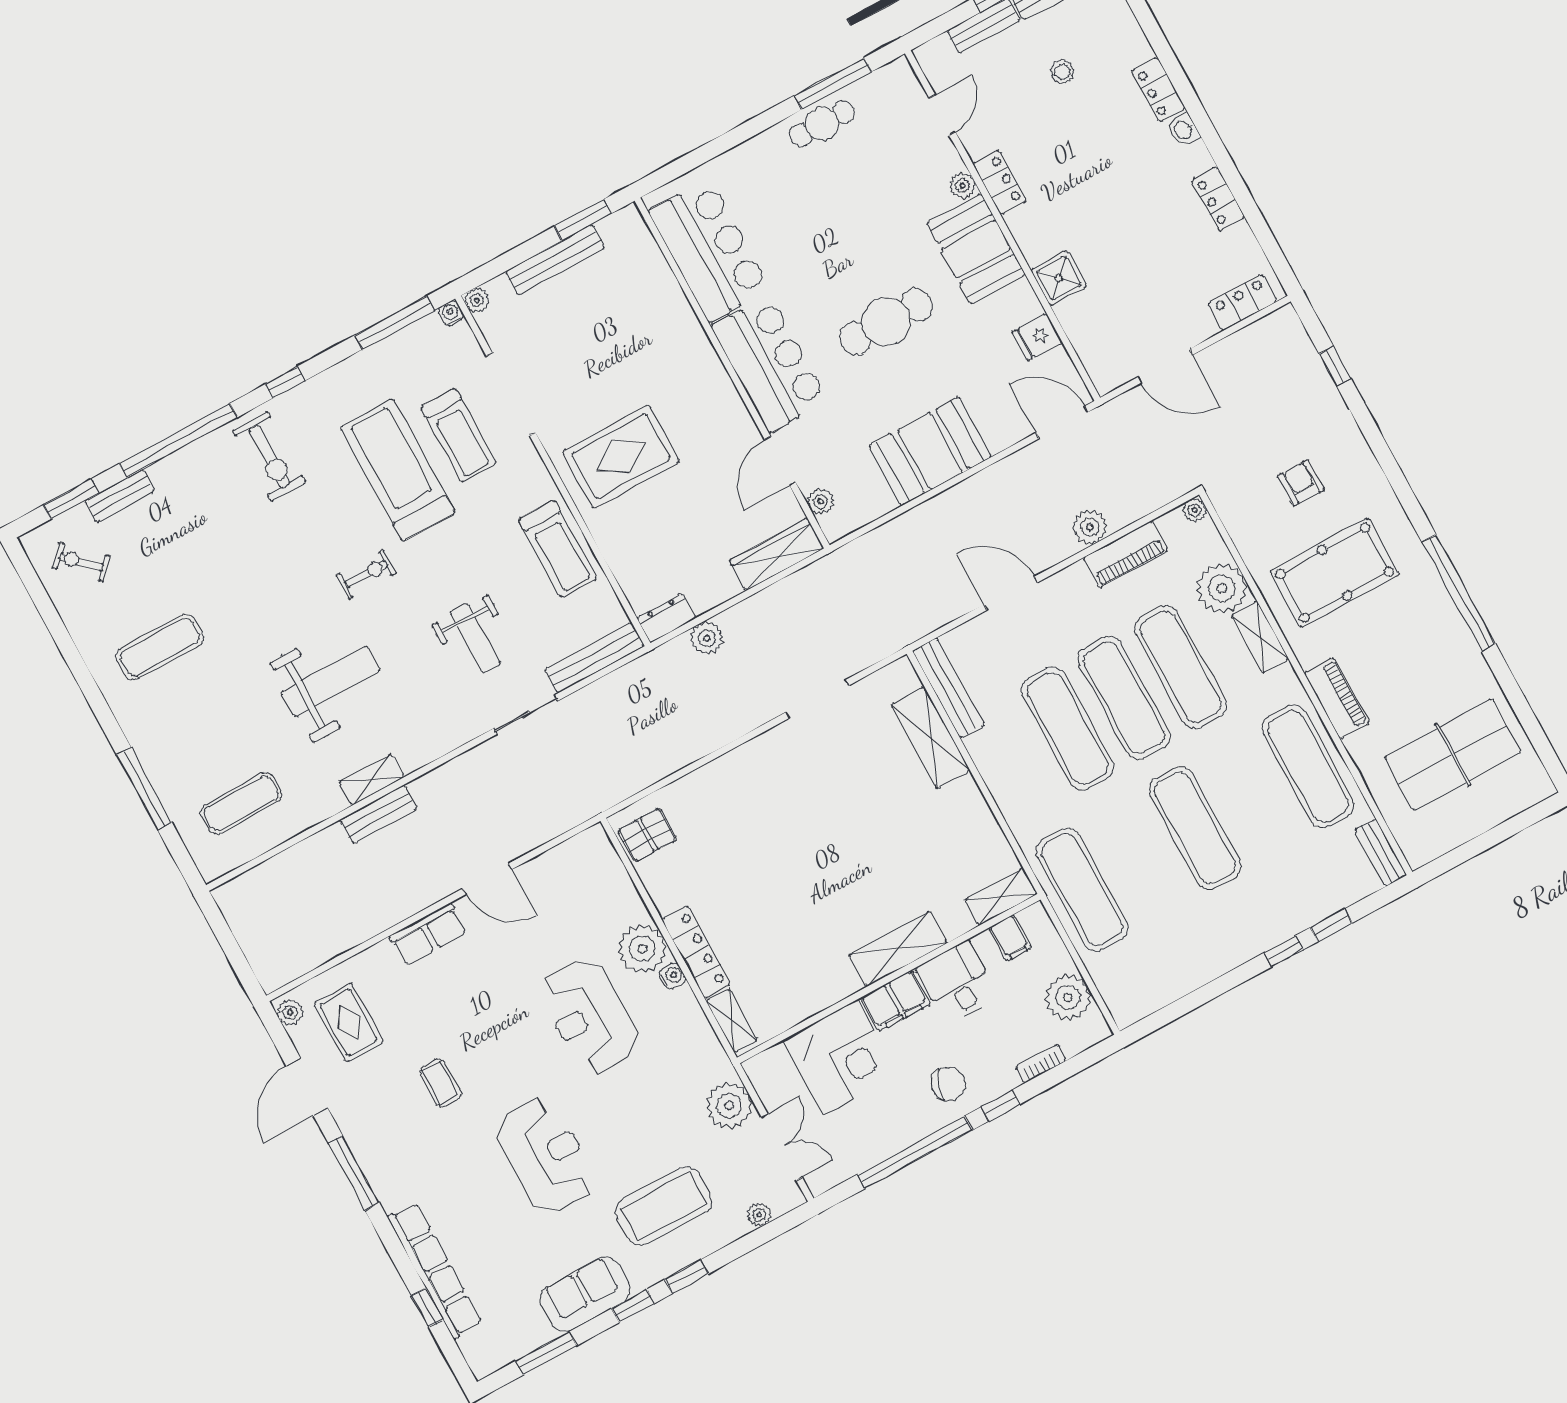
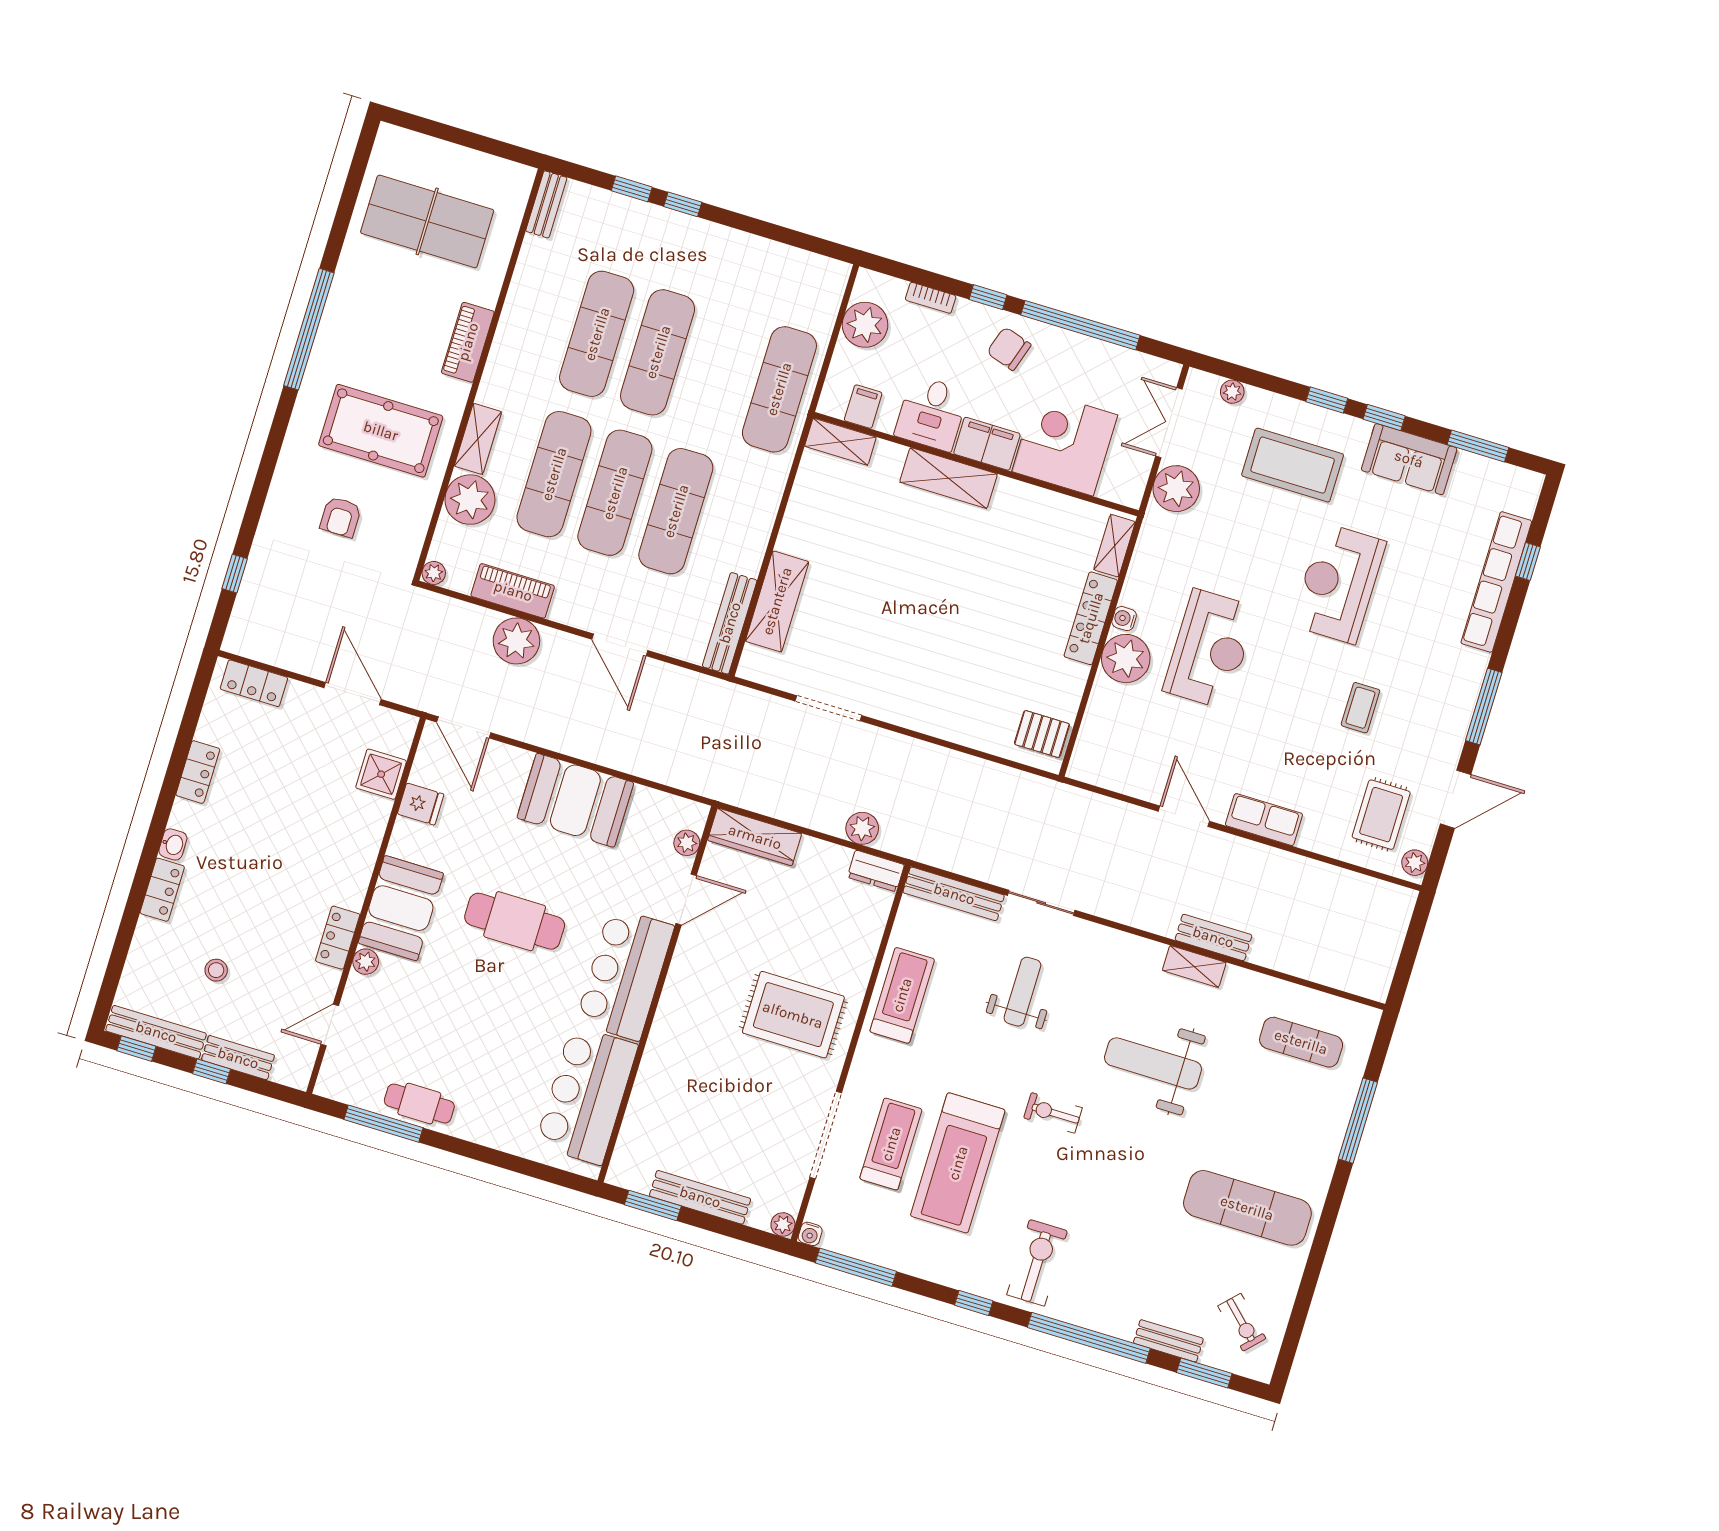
shower: (1059, 278) -> (381, 774), moved
plant: (1090, 527) -> (516, 641), width x1.36, depth x1.36
exercise mat: (160, 647) -> (1247, 1208), width x1.36, depth x1.45
exercise mat: (1308, 766) -> (597, 334), moved

